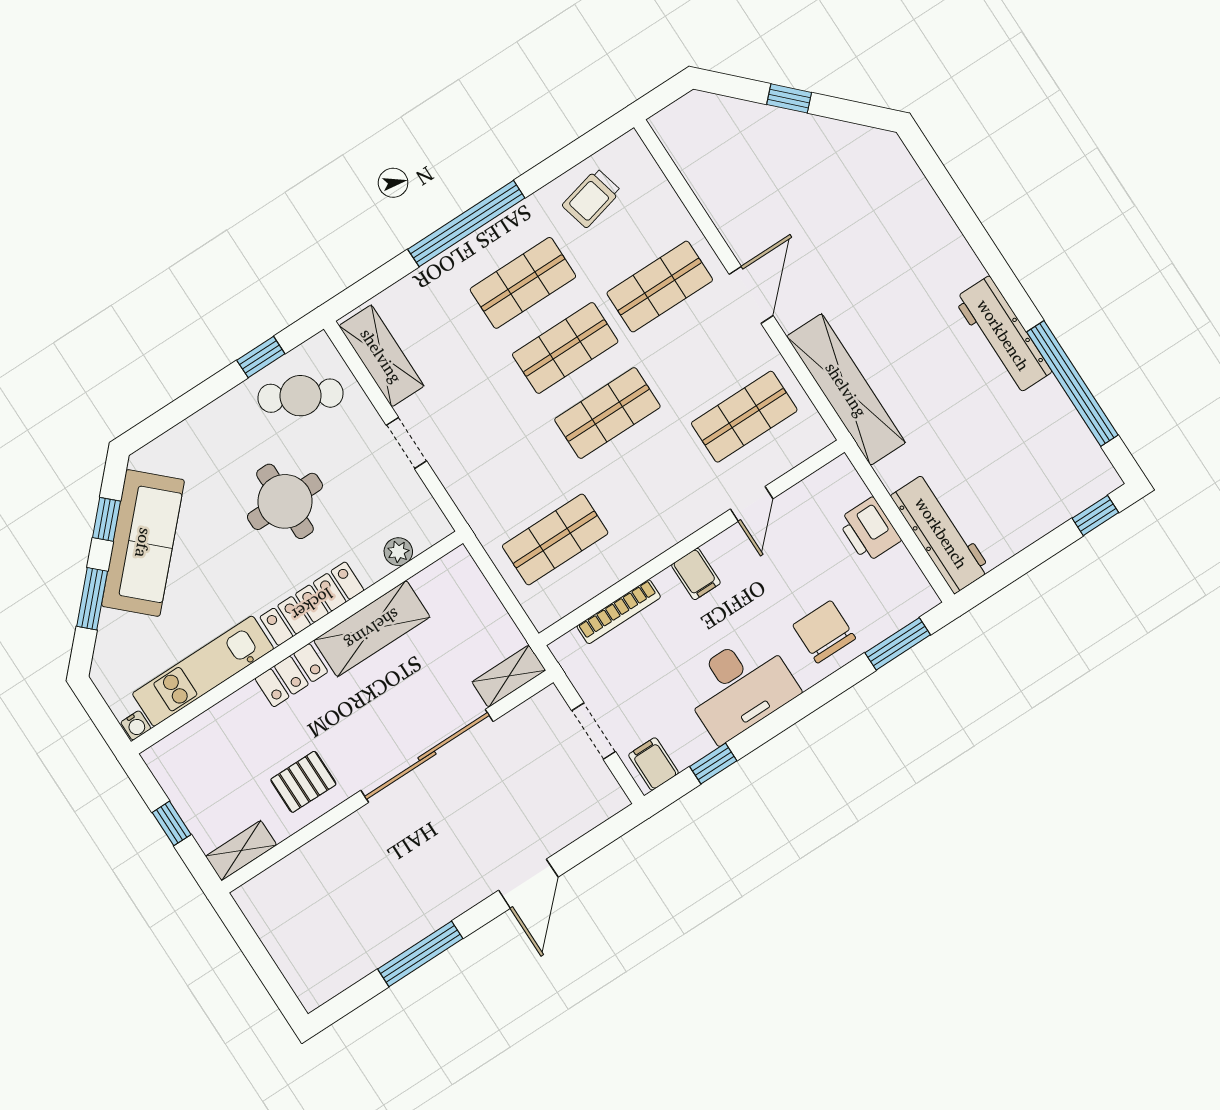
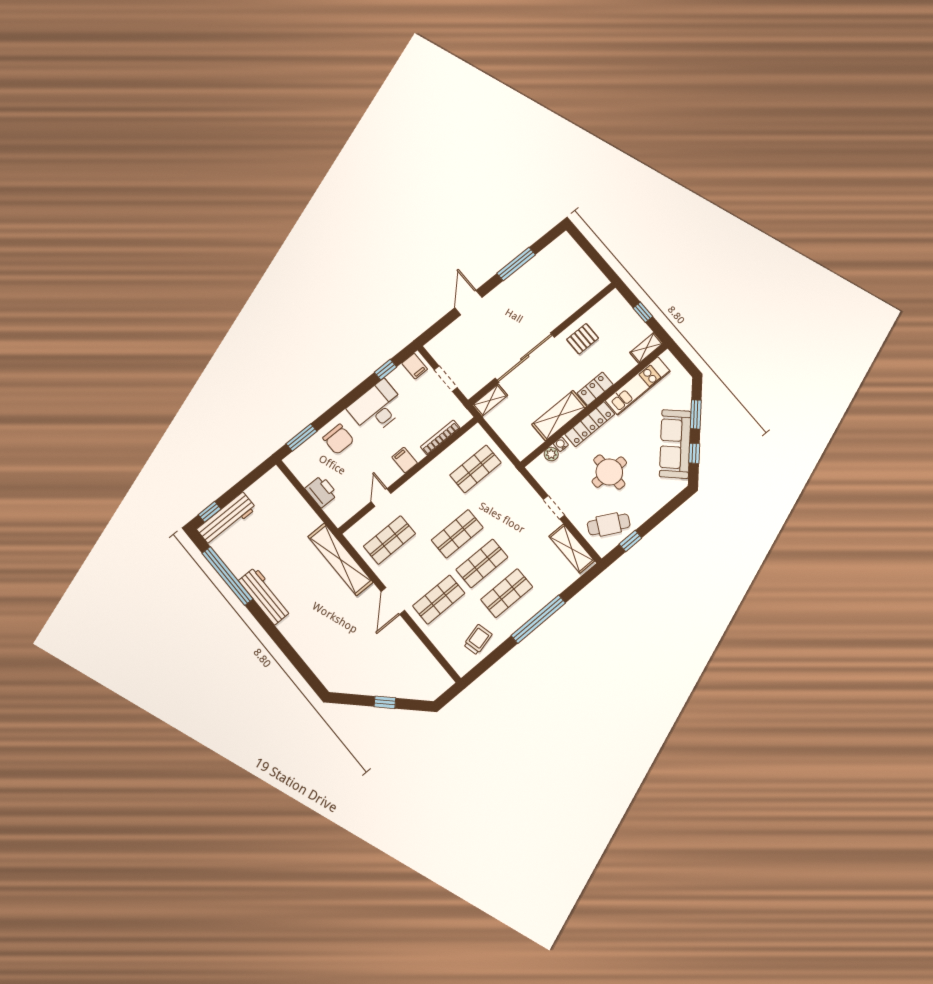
workbench: (941, 533) -> (226, 519), moved, turned -90
water cooler: (136, 725) -> (561, 444), moved
shelving: (241, 851) -> (646, 348), moved

